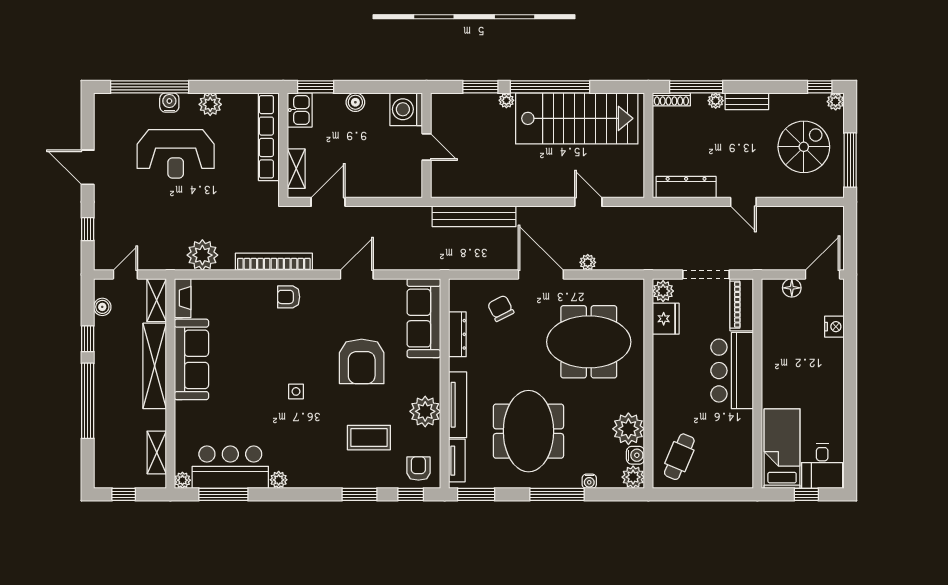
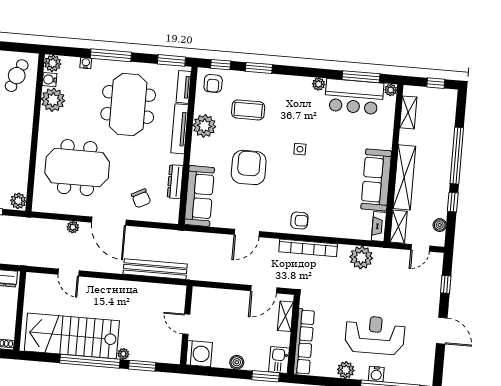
fridge: (666, 319) -> (18, 180), removed

